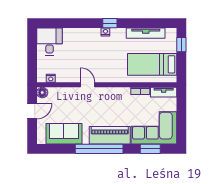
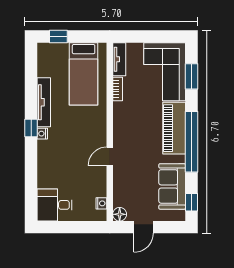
tv unit: (146, 33) -> (44, 102), moved
door: (32, 111) -> (144, 227), swing flipped
window: (52, 149) -> (191, 202), added

